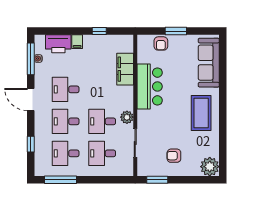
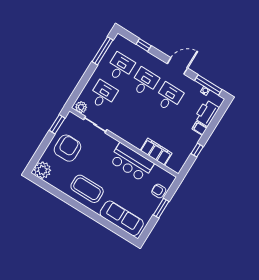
plant: (127, 117) -> (81, 107), moved
desk: (102, 121) -> (127, 110), removed
armchair: (174, 156) -> (67, 148), width x1.88, depth x1.88

